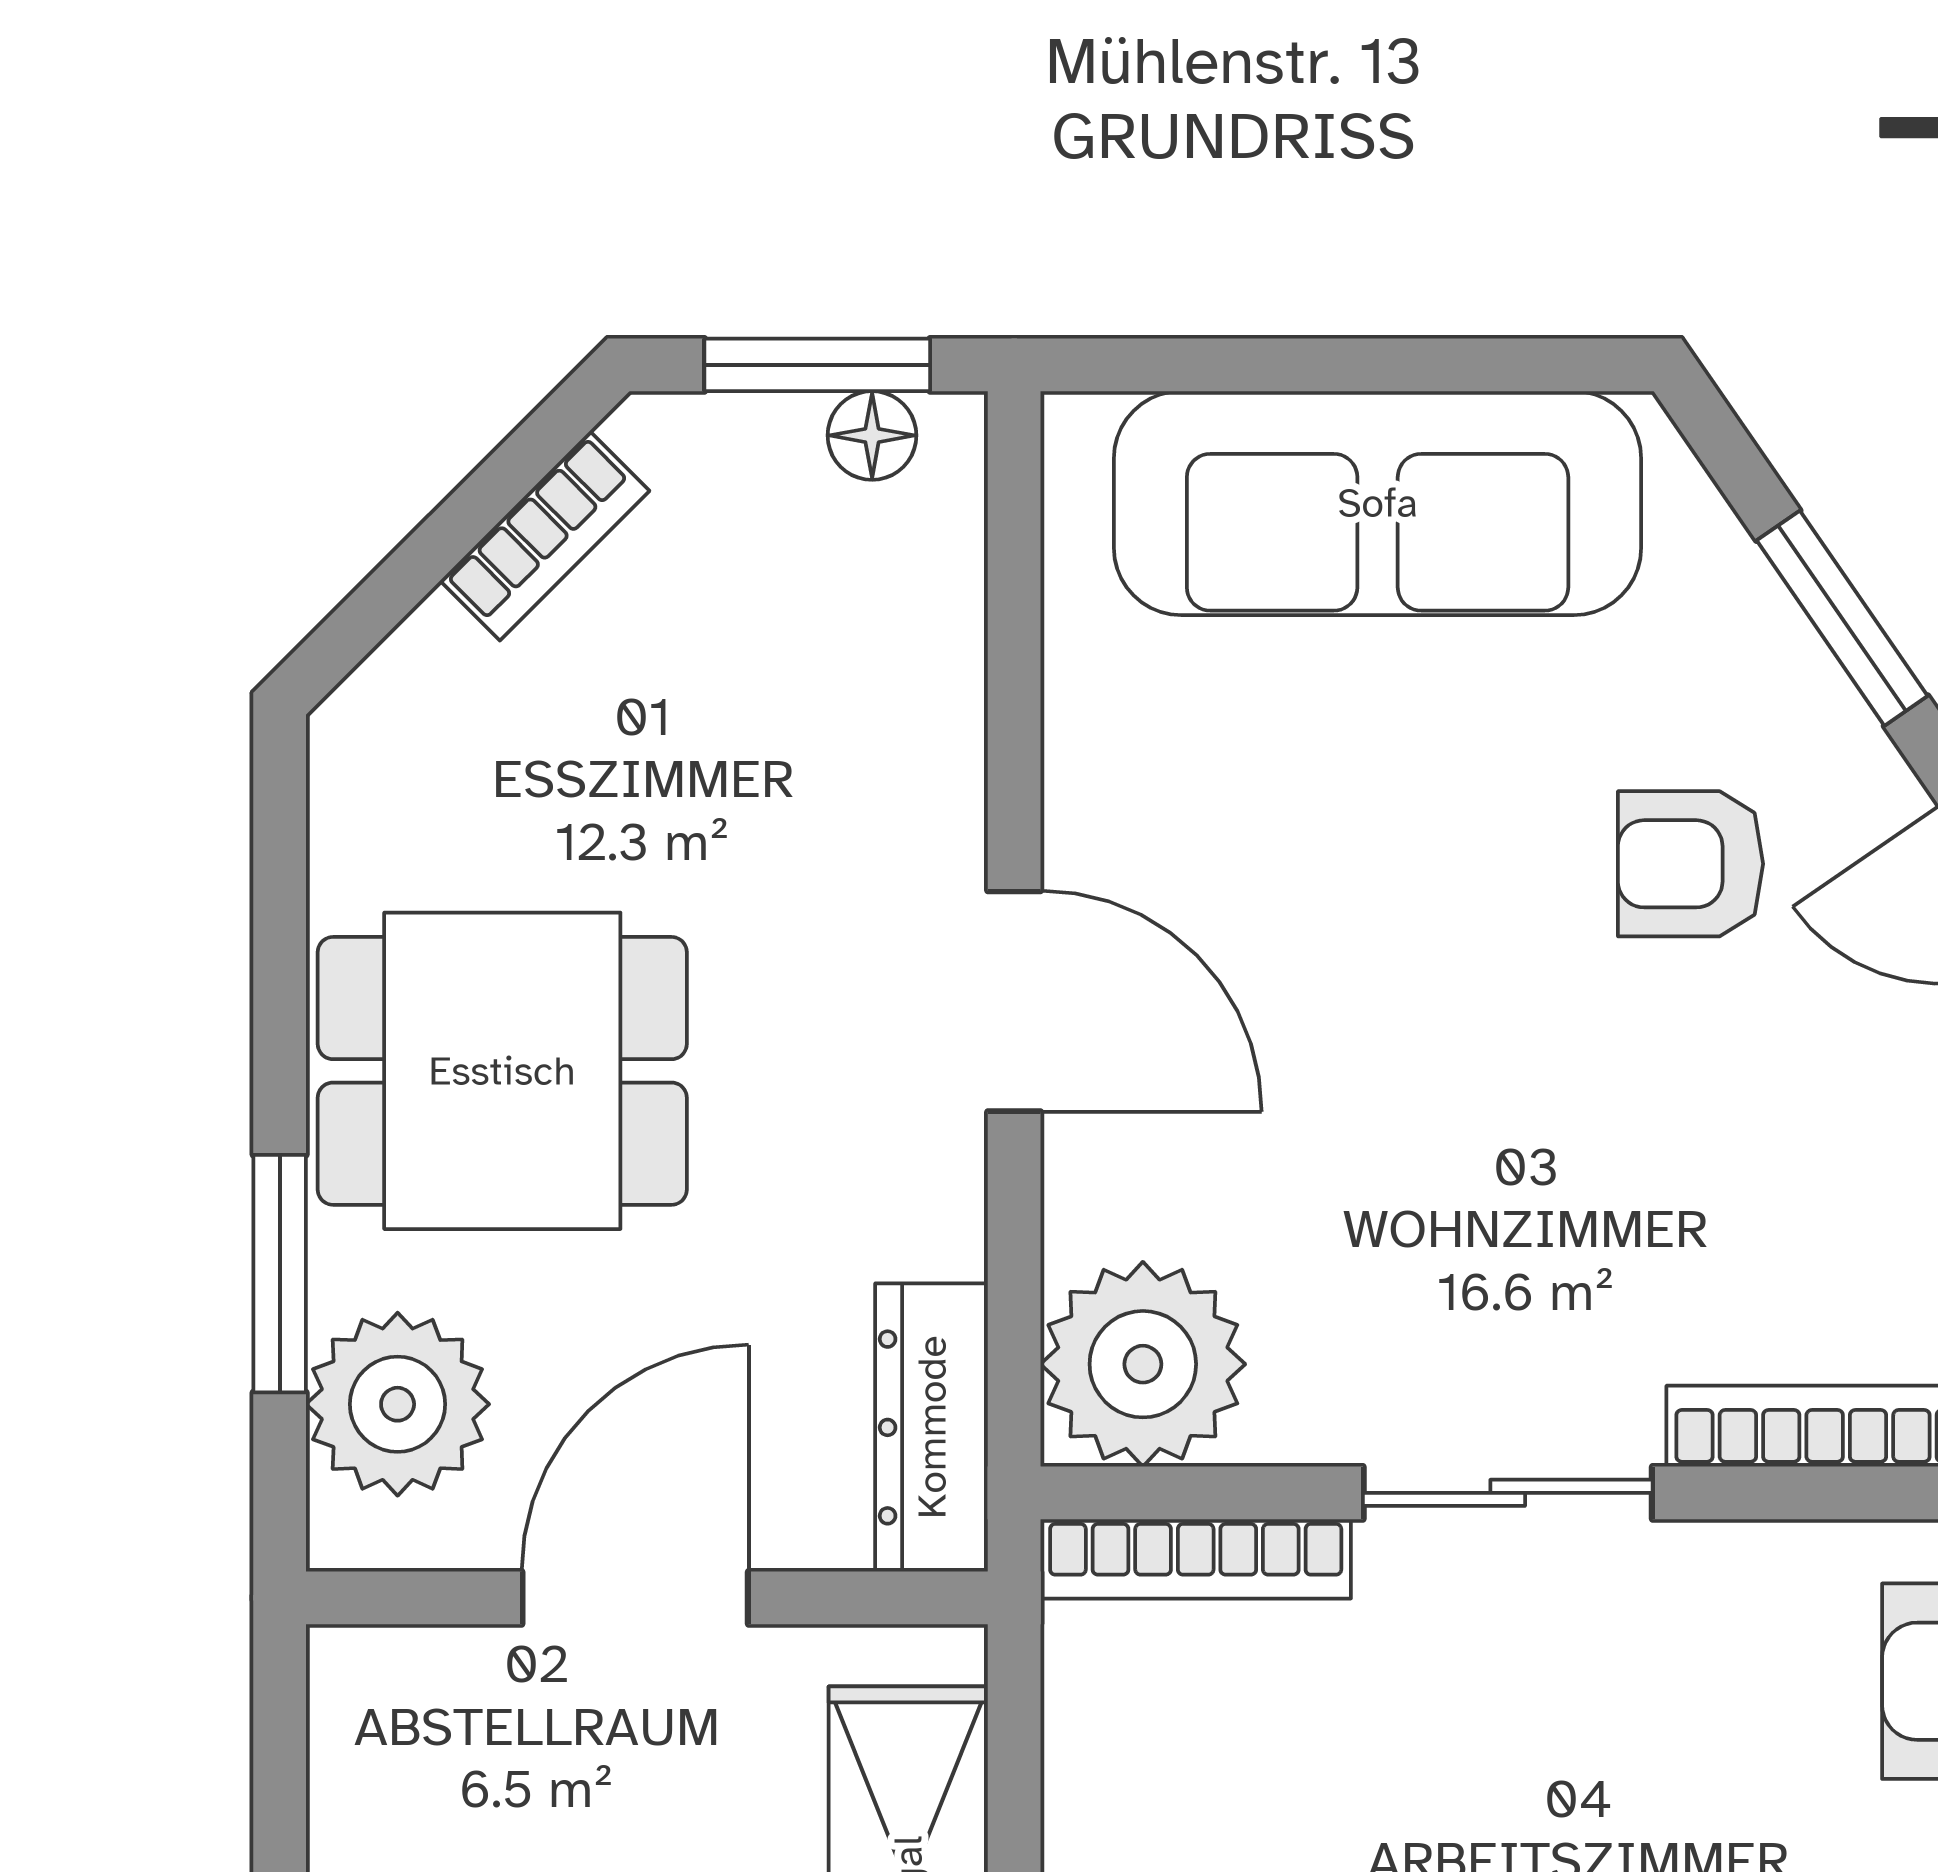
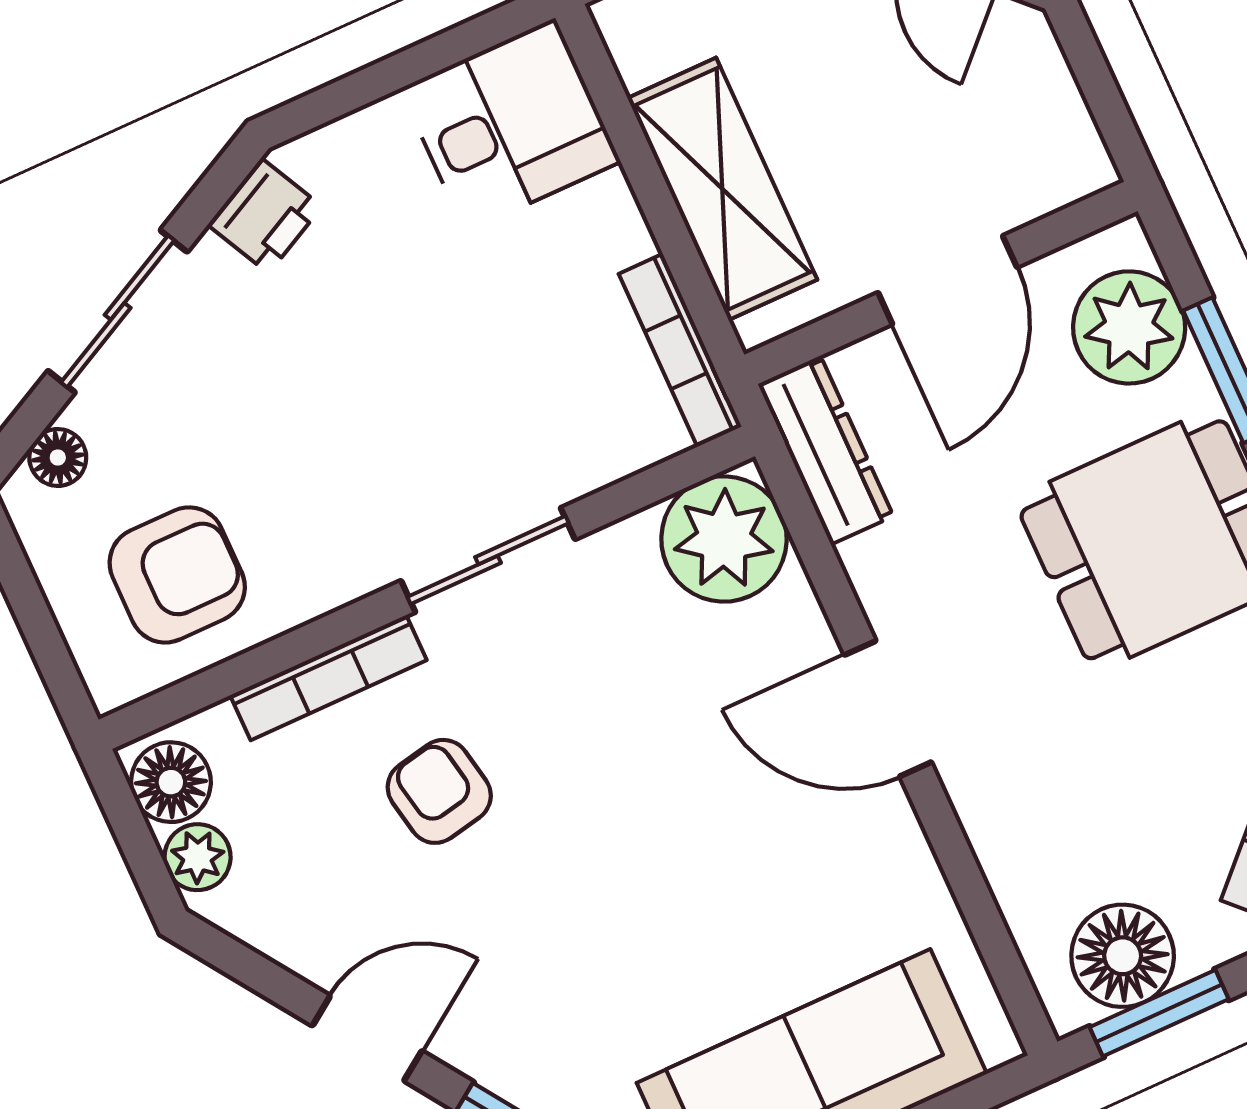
floor lamp: (872, 435) -> (1123, 956), width x1.89, depth x1.89
armchair: (1691, 864) -> (439, 791), moved, turned -101
bookcase: (1196, 1559) -> (680, 350), moved, turned -90

